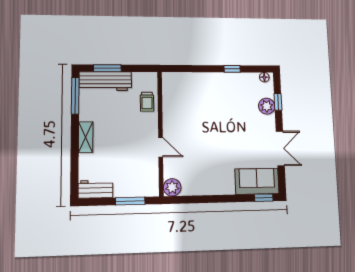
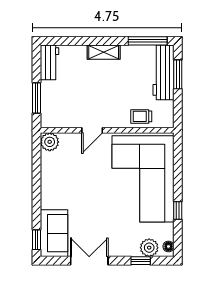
corner sofa: (205, 100) -> (143, 179), added
plant: (267, 106) -> (149, 248), moved
double door: (280, 148) -> (89, 261), swing flipped

